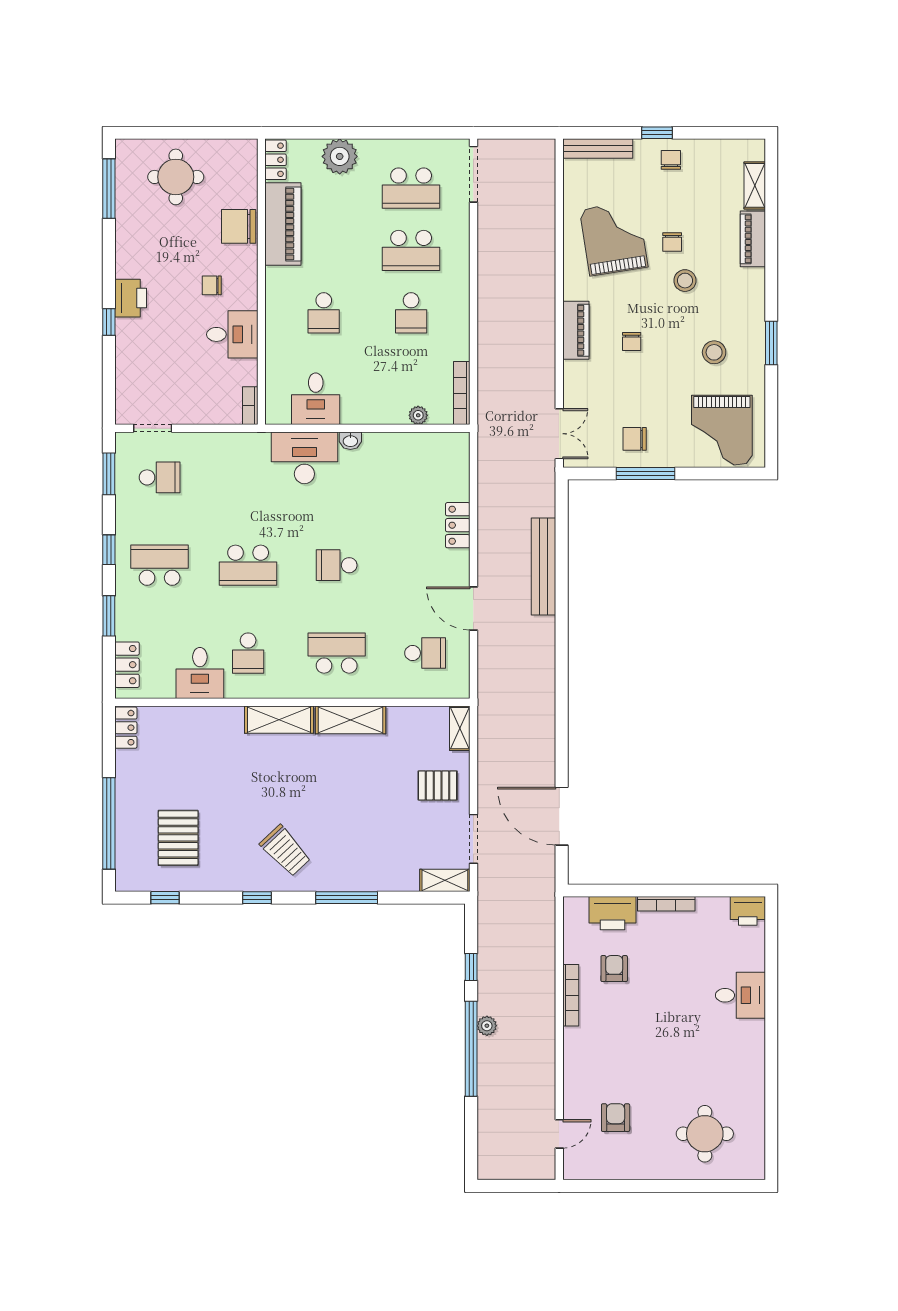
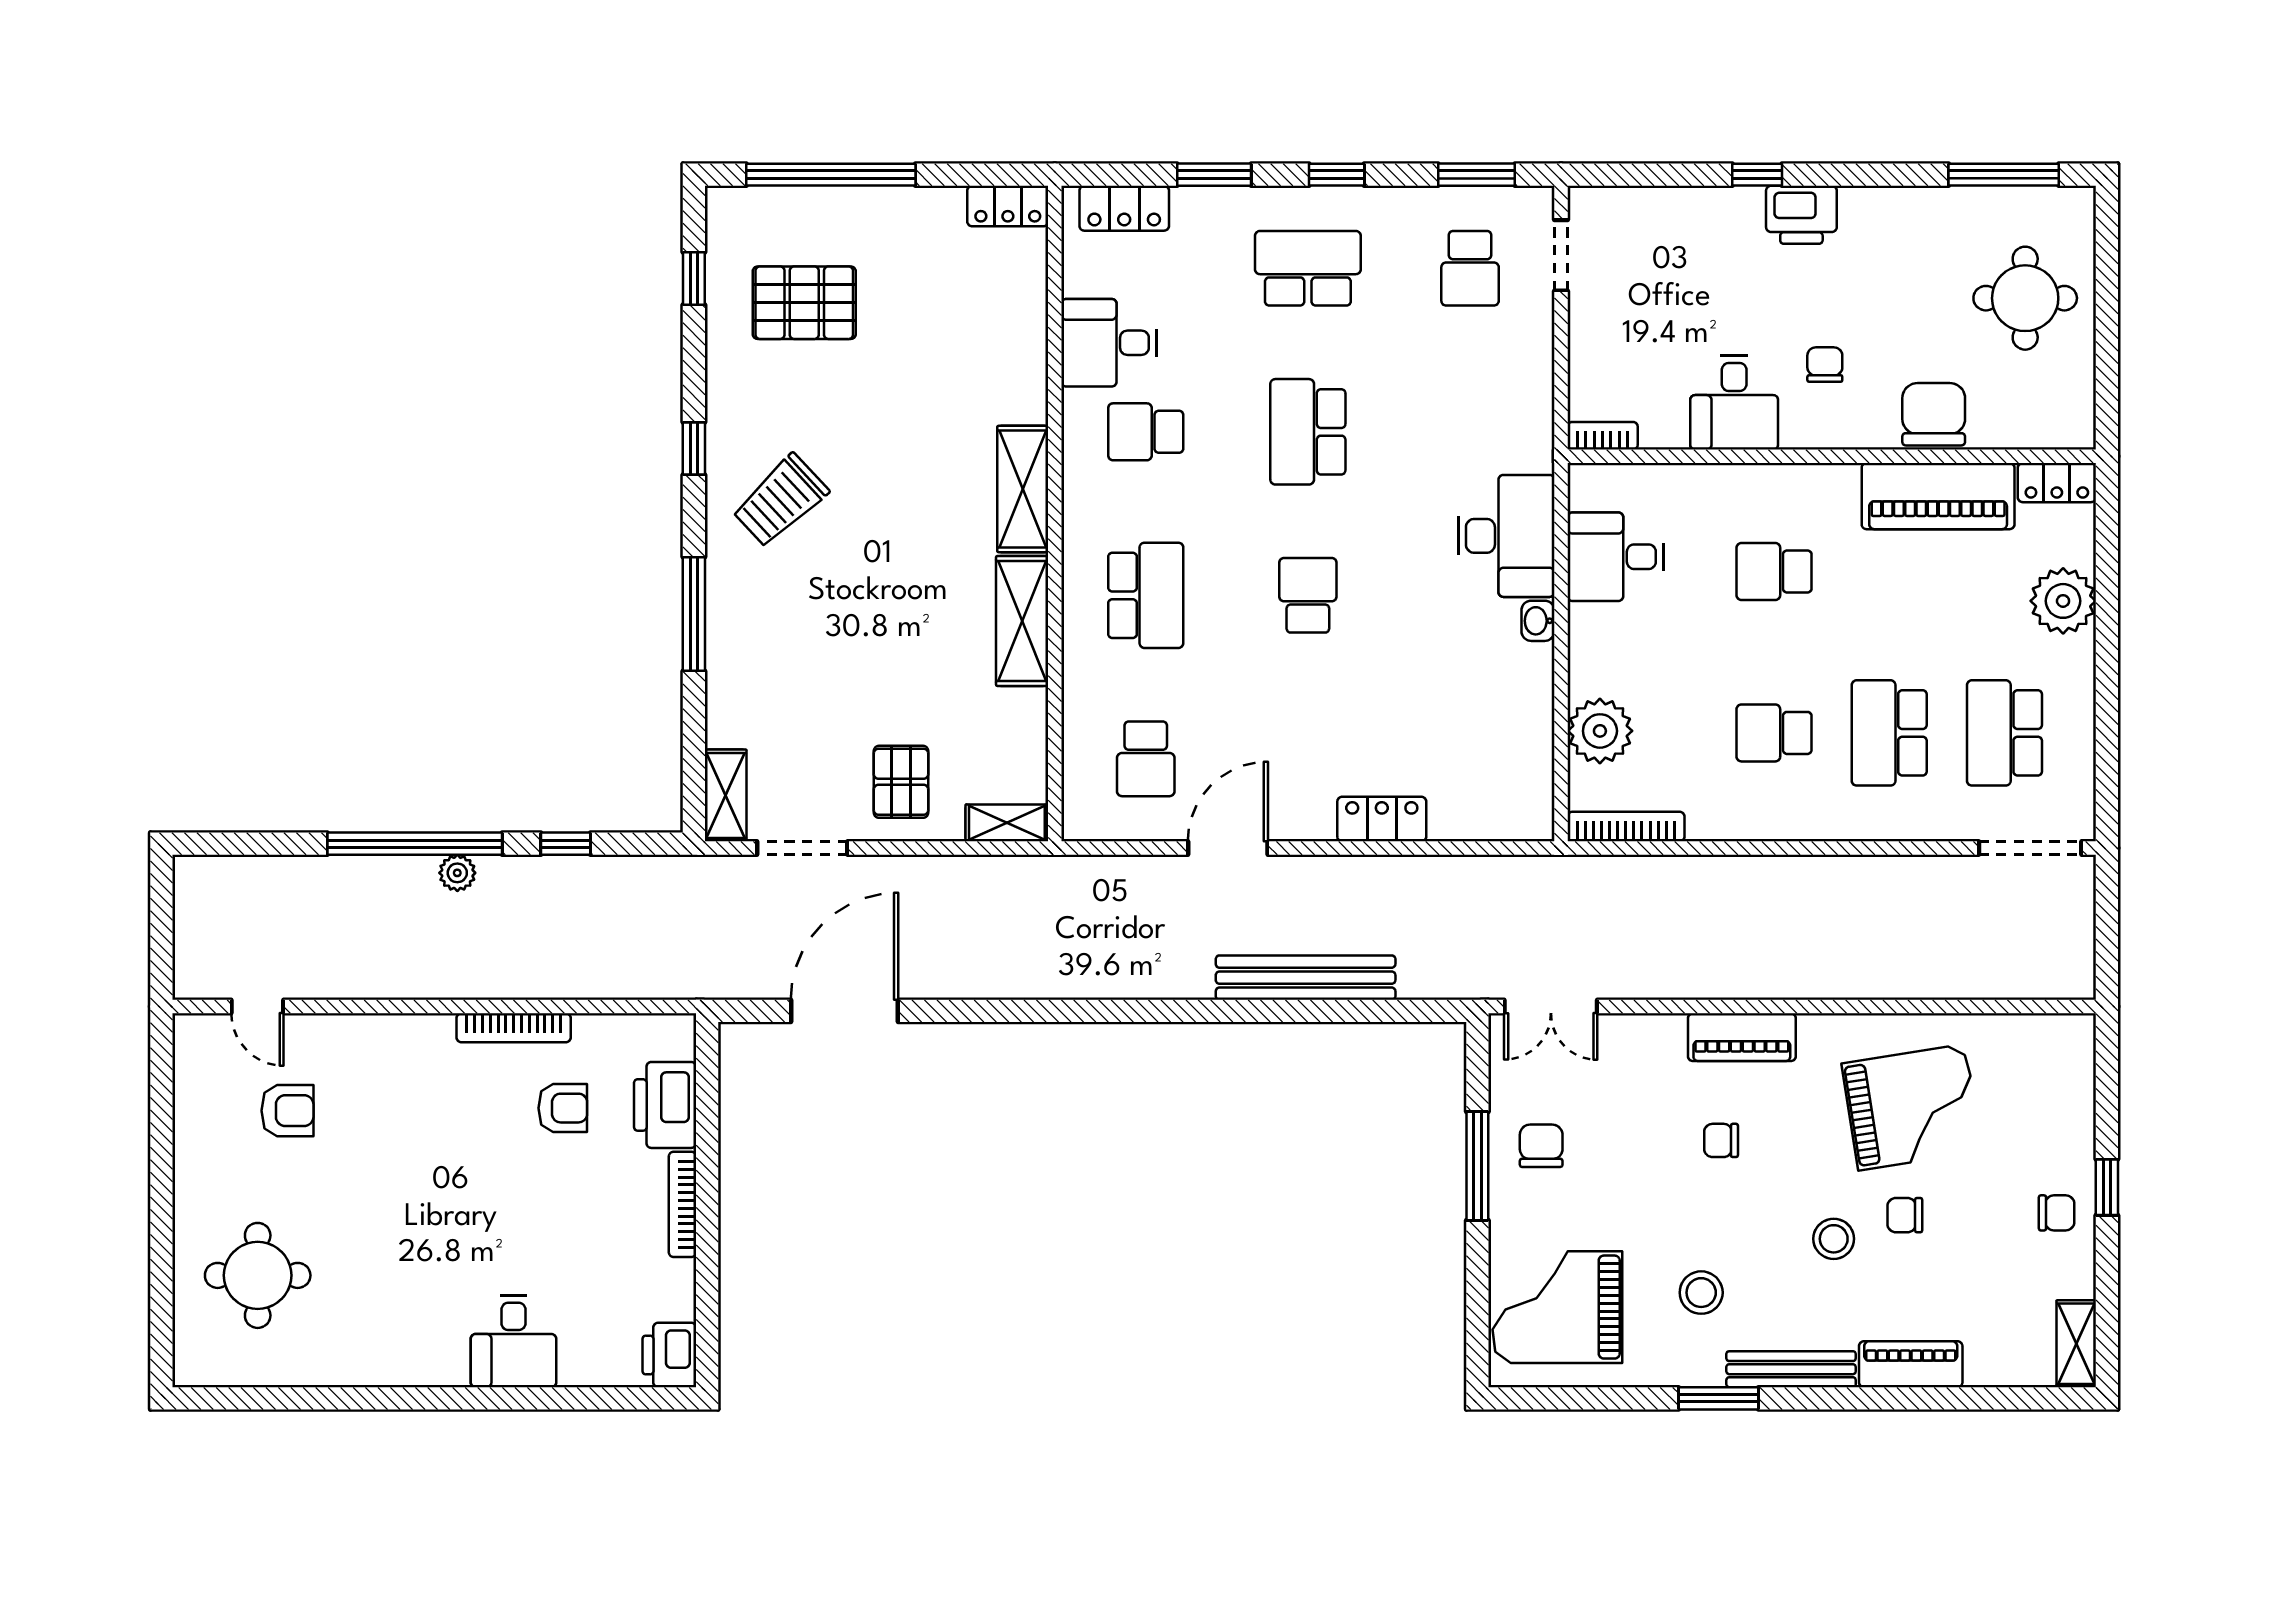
bench: (598, 148) -> (1791, 1369), moved, turned 90
shelving: (755, 185) -> (2076, 1344), moved, turned 90
plant: (418, 415) -> (1600, 731), width x1.88, depth x1.88
school desk: (160, 565) -> (1308, 268), turned -90

